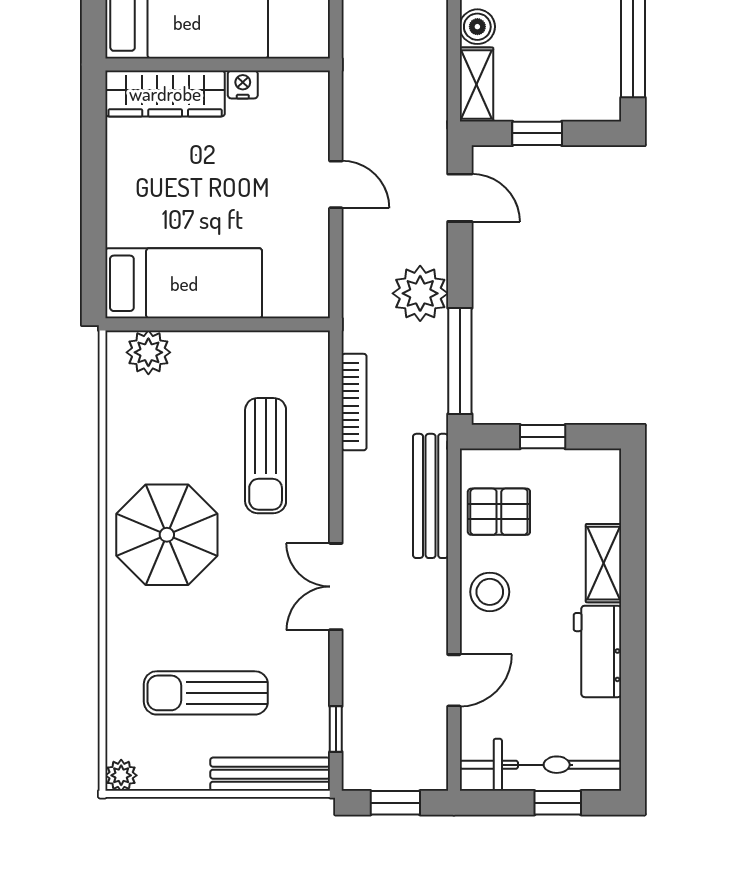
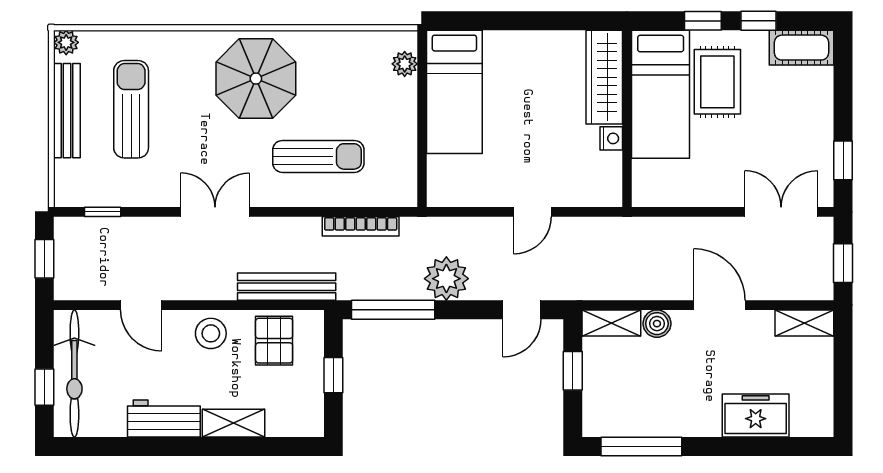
plant: (148, 352) -> (405, 64), width x0.73, depth x0.73
sun lounger: (266, 456) -> (318, 156), turned 180
bench: (270, 774) -> (67, 111), moved

